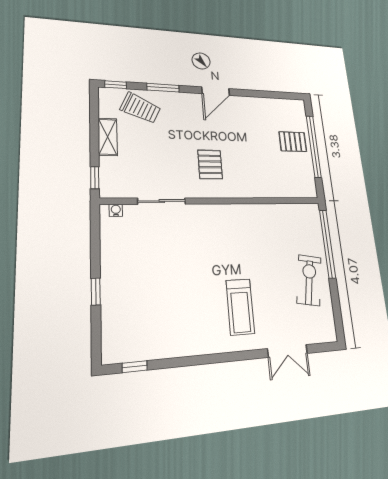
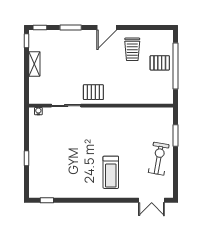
trolley: (141, 108) -> (132, 49), moved, turned 65
pallet: (210, 164) -> (93, 92), moved, turned 90
window: (95, 178) -> (26, 41), moved
window: (327, 244) -> (175, 135), width x0.47
double door: (287, 351) -> (152, 200), moved

